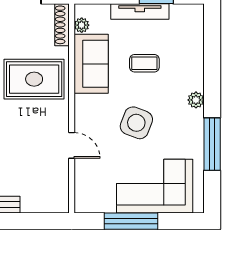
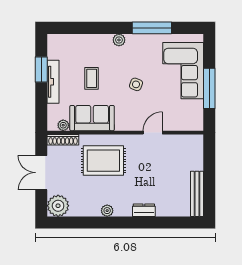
rug: (34, 79) -> (103, 161), turned 90
side table: (136, 123) -> (136, 84), width x0.54, depth x0.54

